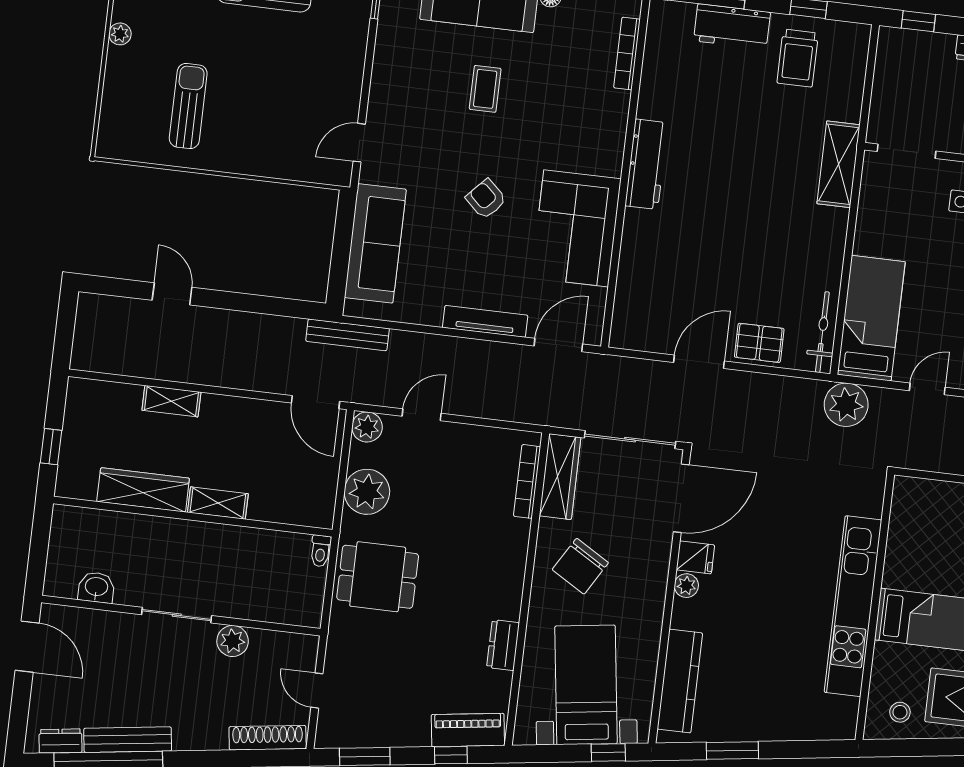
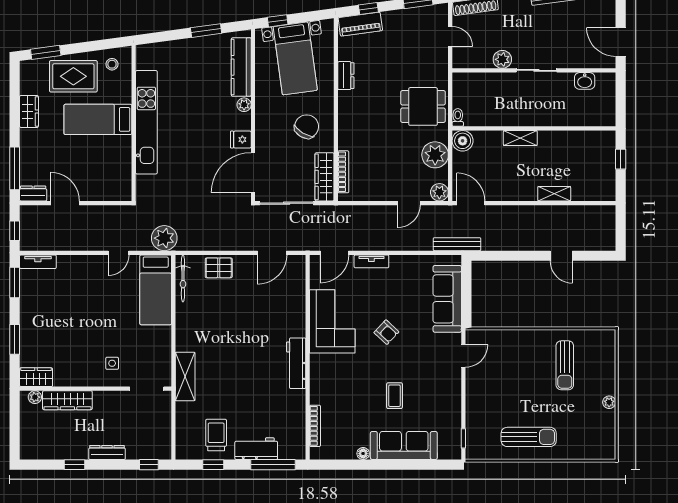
tv unit: (485, 321) -> (371, 261), width x0.71
door: (699, 362) -> (272, 253), moved
wardrobe: (143, 490) -> (564, 140), removed
boiler: (317, 510) -> (463, 141), added
plant: (686, 586) -> (244, 105), moved

